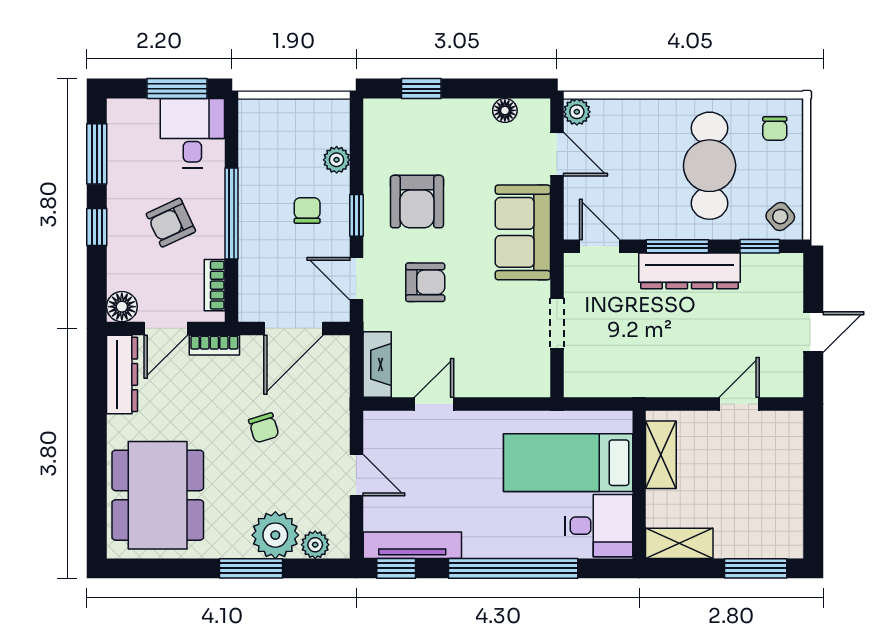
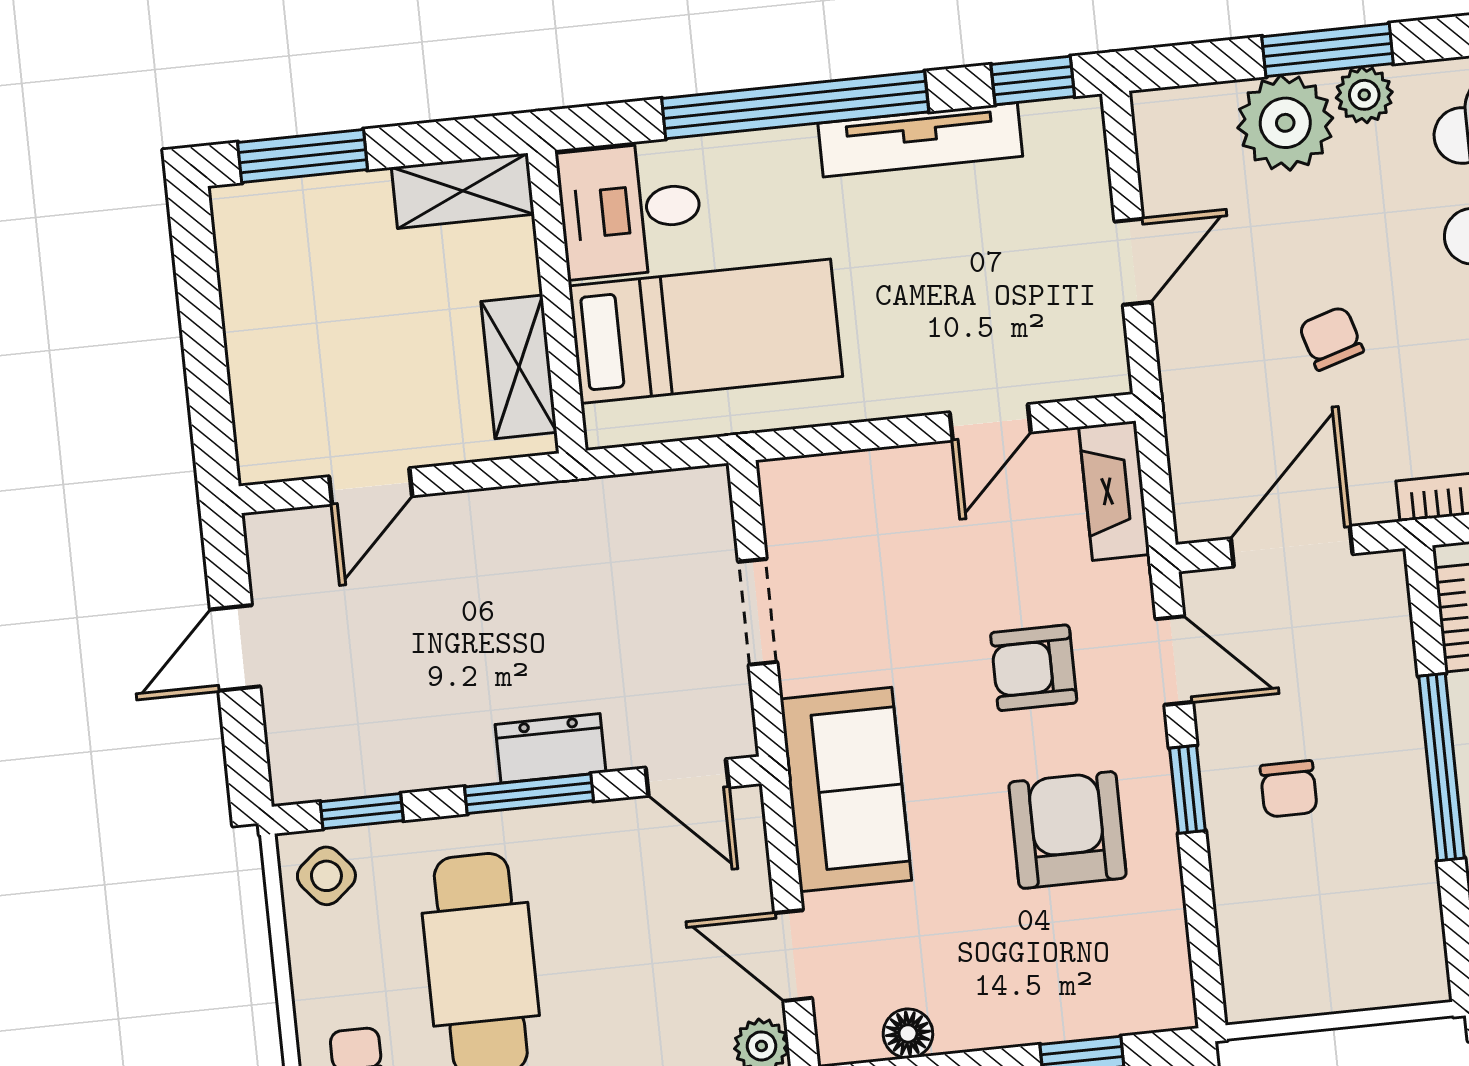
plant: (337, 160) -> (1240, 898), removed
dresser: (689, 271) -> (550, 748), width x0.51, depth x0.80
door: (356, 475) -> (1133, 262), swing flipped
plant: (315, 545) -> (1364, 95), moved
tv unit: (412, 545) -> (920, 140), moved

